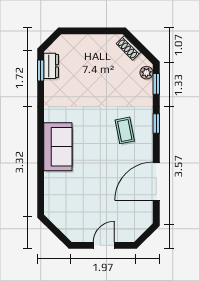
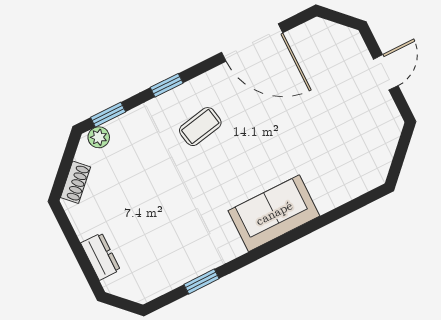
dresser: (51, 66) -> (100, 256), moved, turned 90
window: (41, 71) -> (201, 281), moved
door: (104, 245) -> (386, 72), swing flipped

